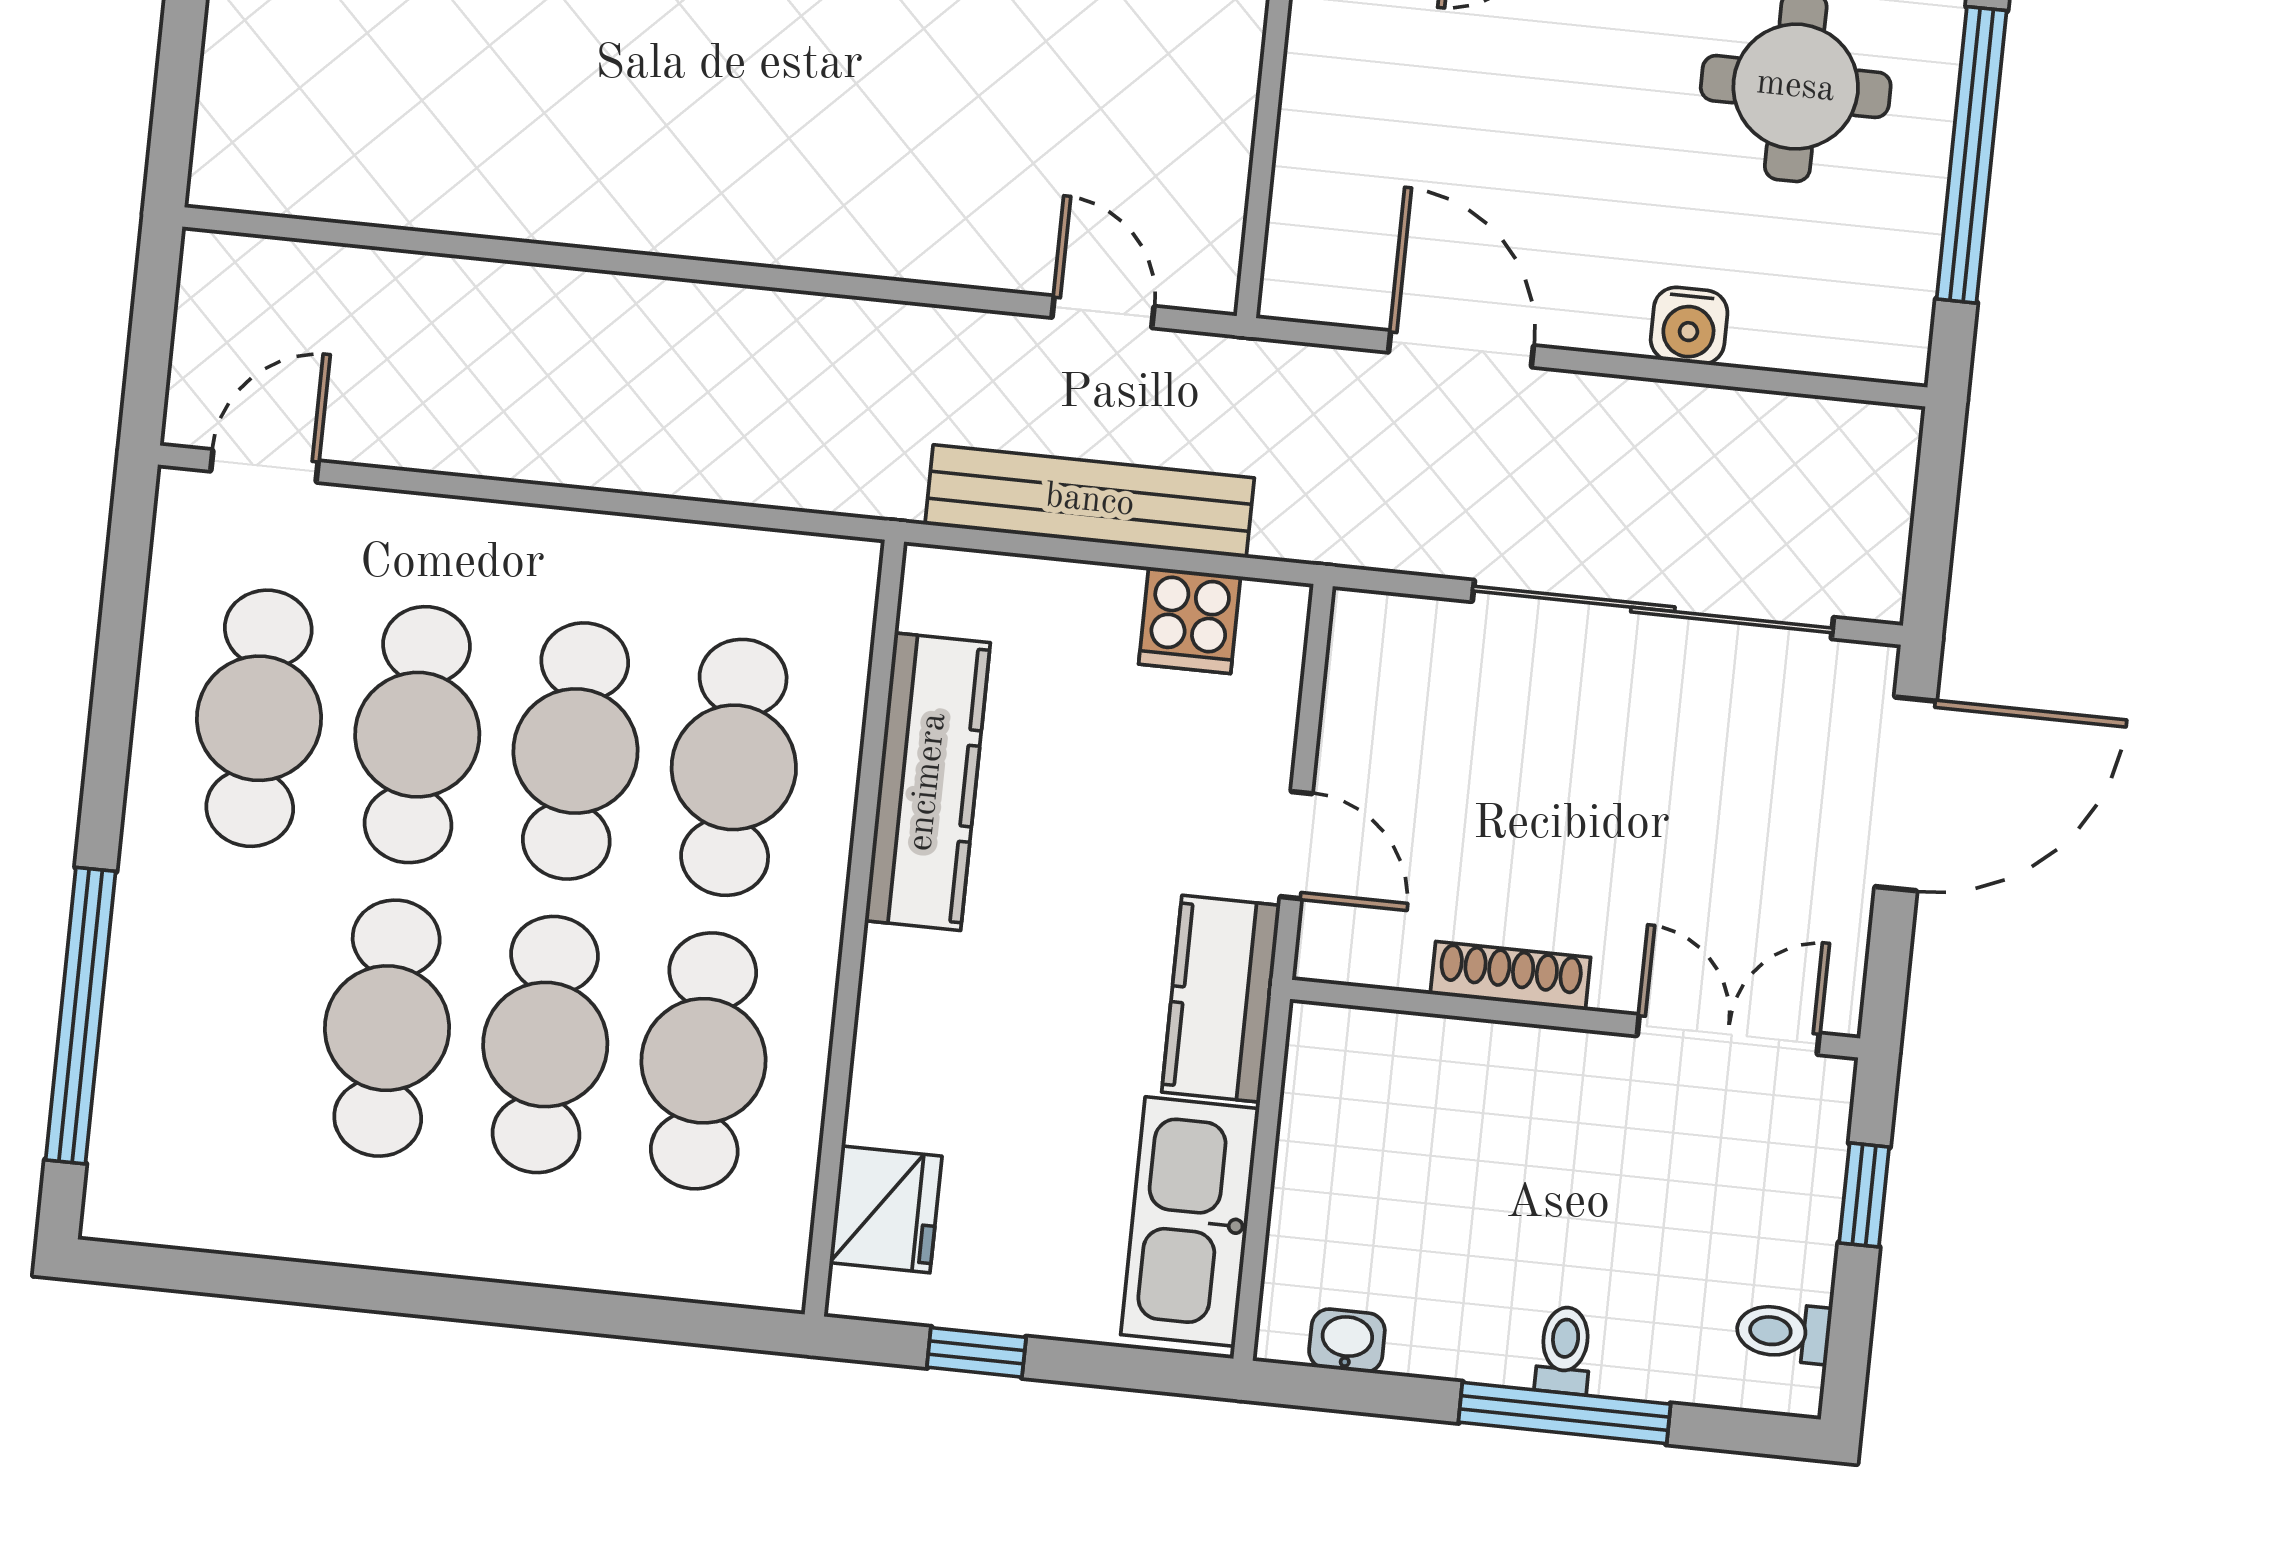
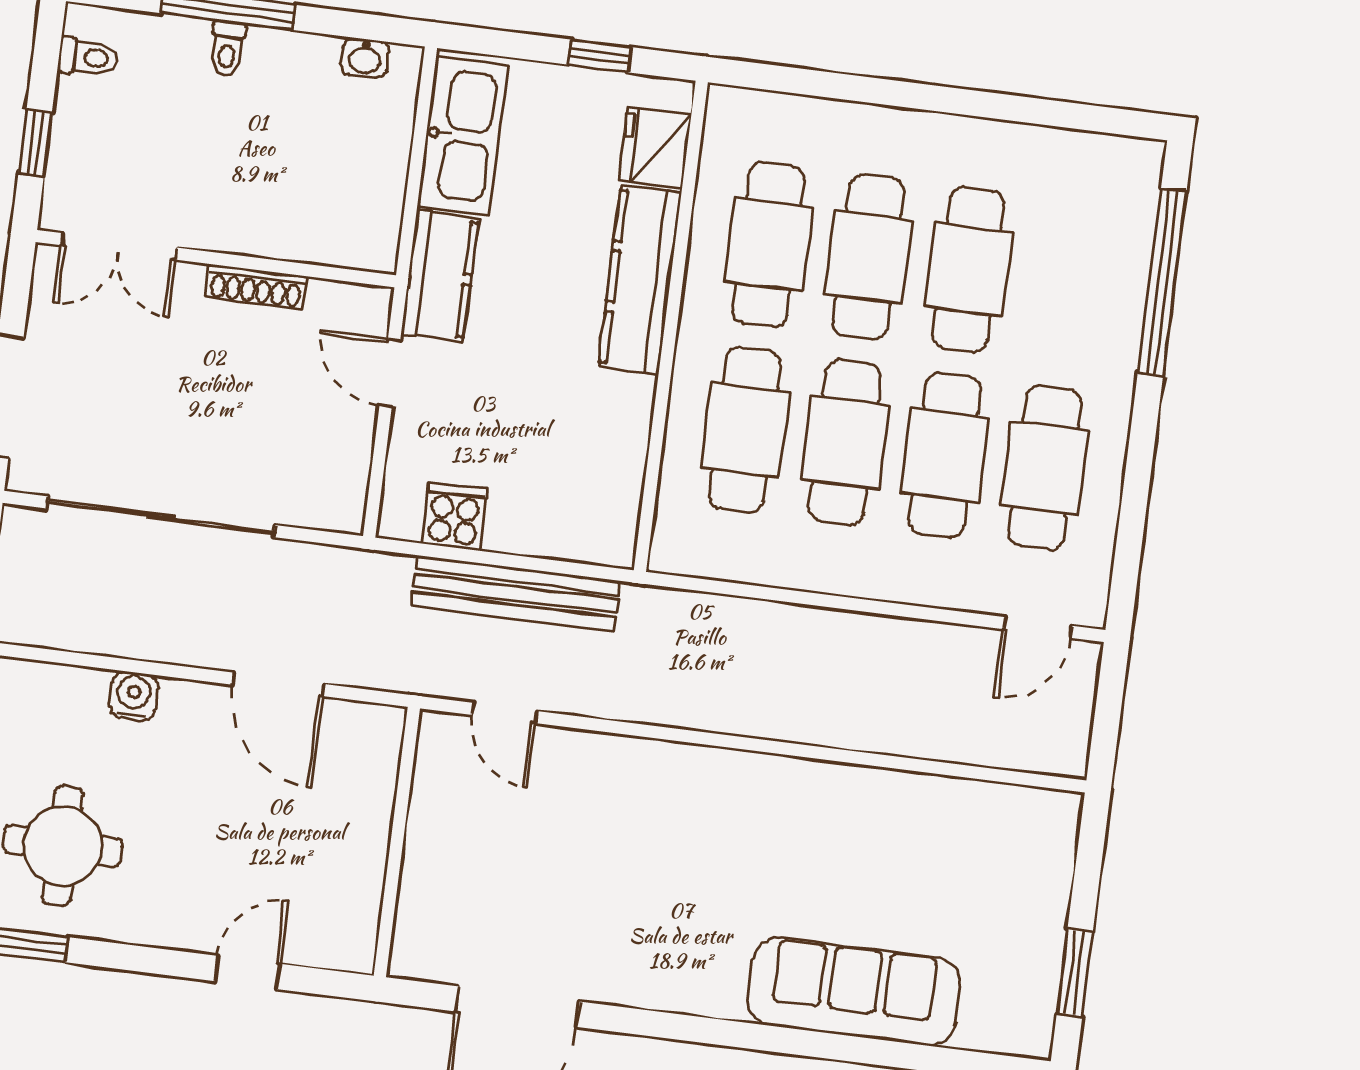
kitchen counter: (928, 782) -> (640, 280), moved

